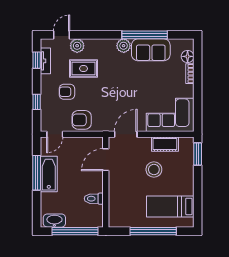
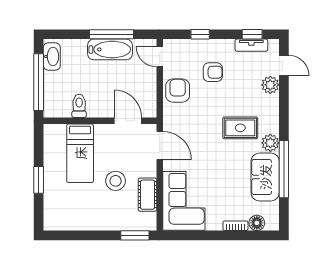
rug: (83, 69) -> (240, 128), moved, turned 90
armchair: (67, 92) -> (213, 72), turned 90
bed: (170, 206) -> (80, 153), moved, turned 180
window: (153, 231) -> (39, 180), width x0.47

